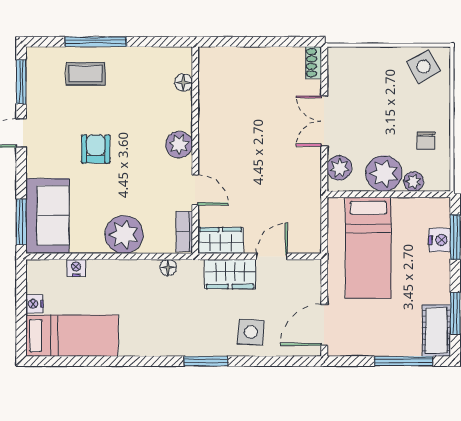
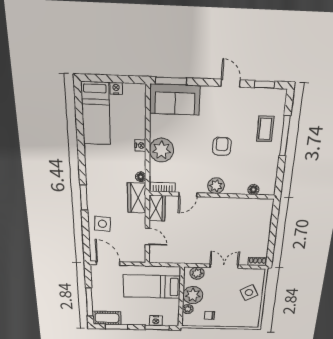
side table: (424, 66) -> (249, 293), moved
window: (21, 82) -> (265, 84), width x0.67
armchair: (96, 149) -> (222, 146), moved, turned -90
nightstand: (76, 268) -> (140, 145), moved
wardrobe: (230, 274) -> (137, 198), moved

